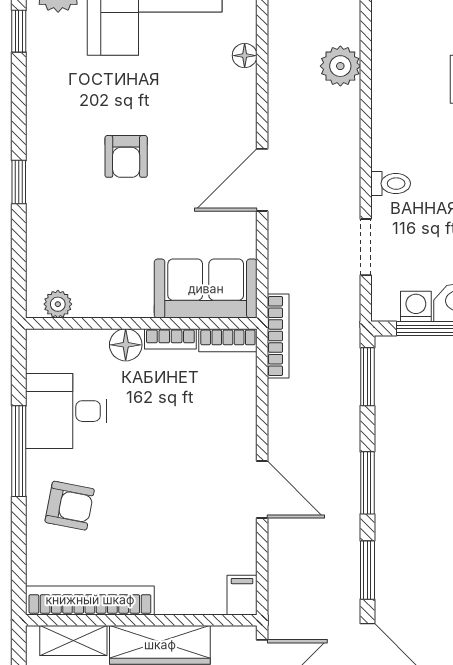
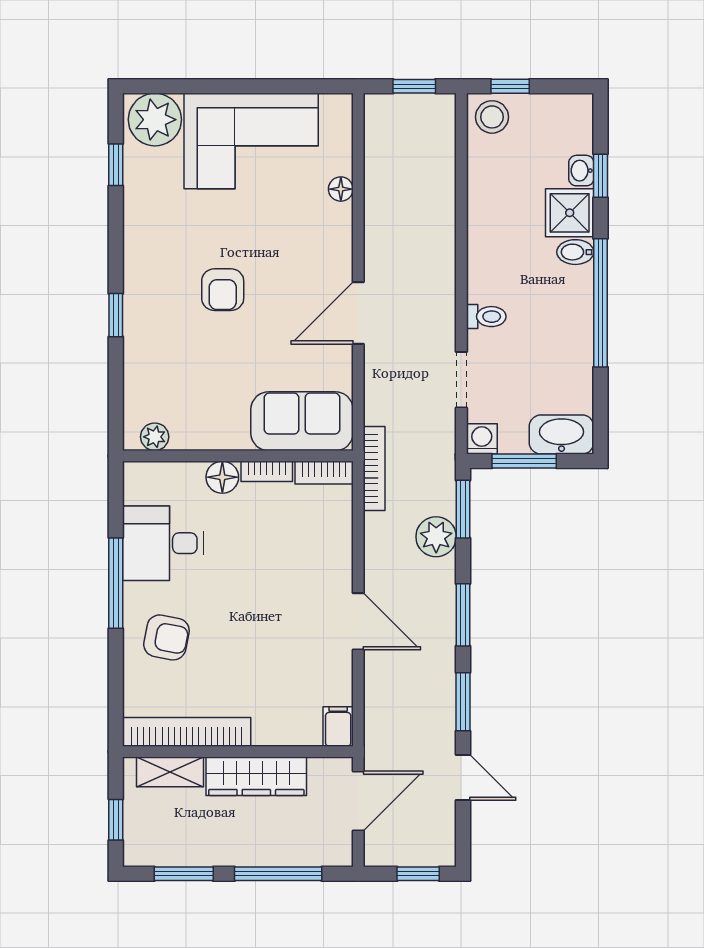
plant: (340, 66) -> (436, 537), moved
washing machine: (416, 306) -> (482, 439), moved

